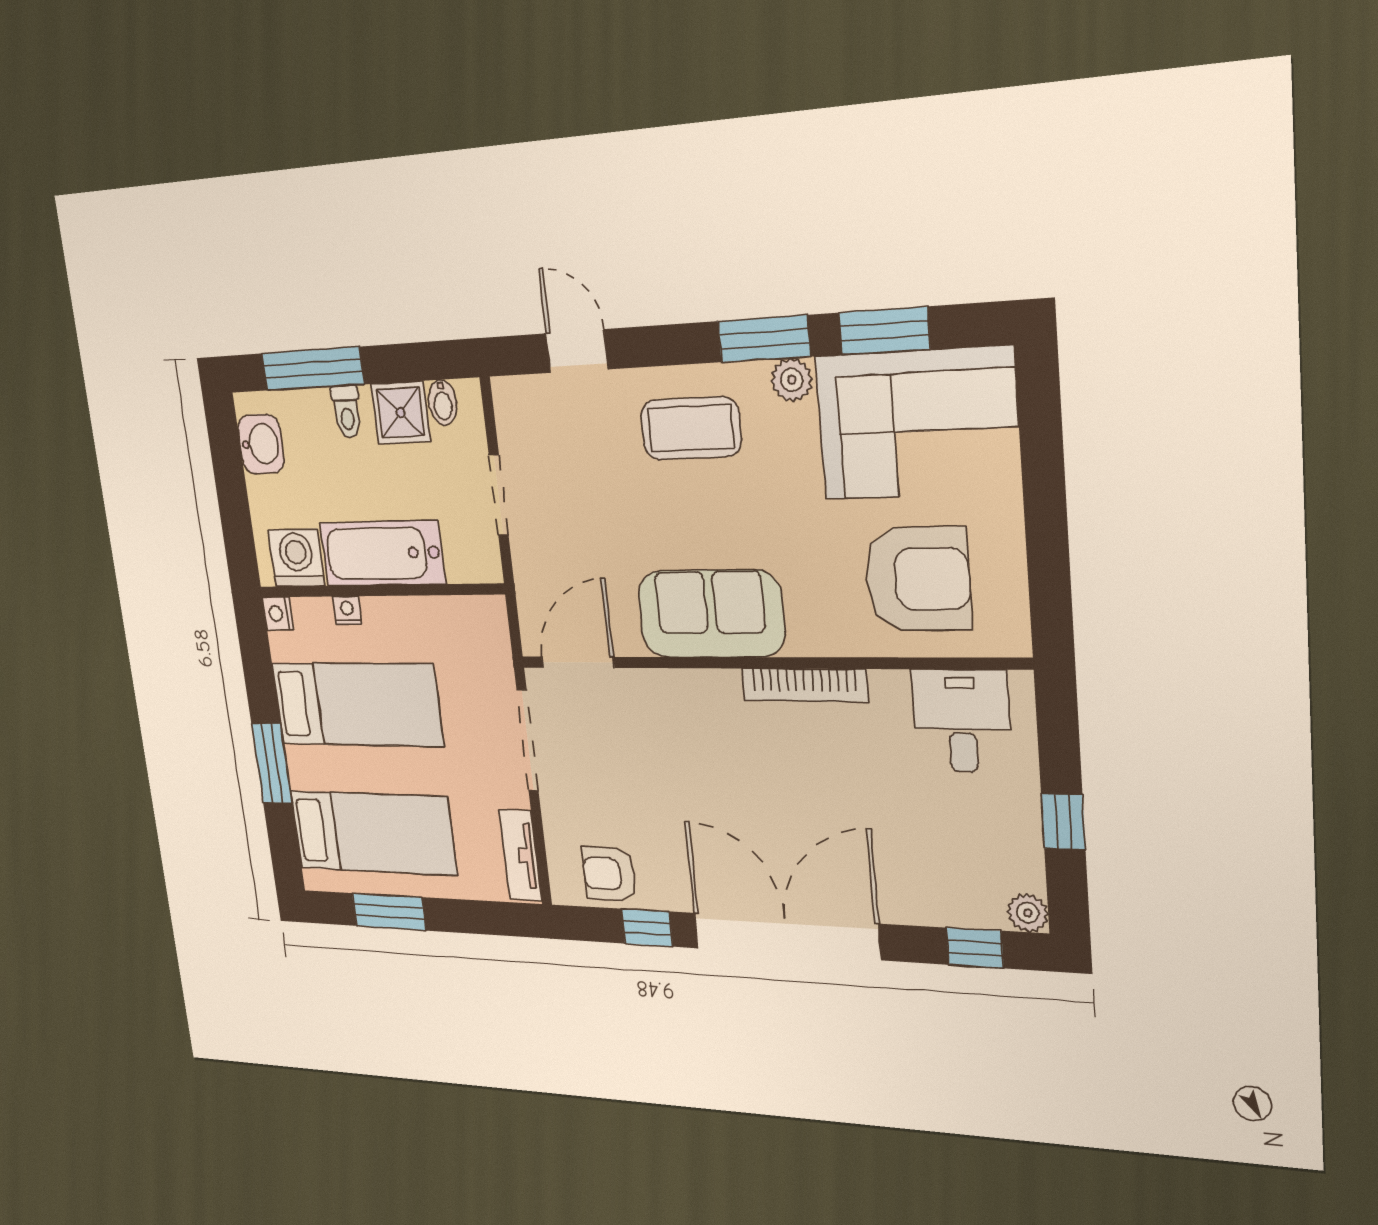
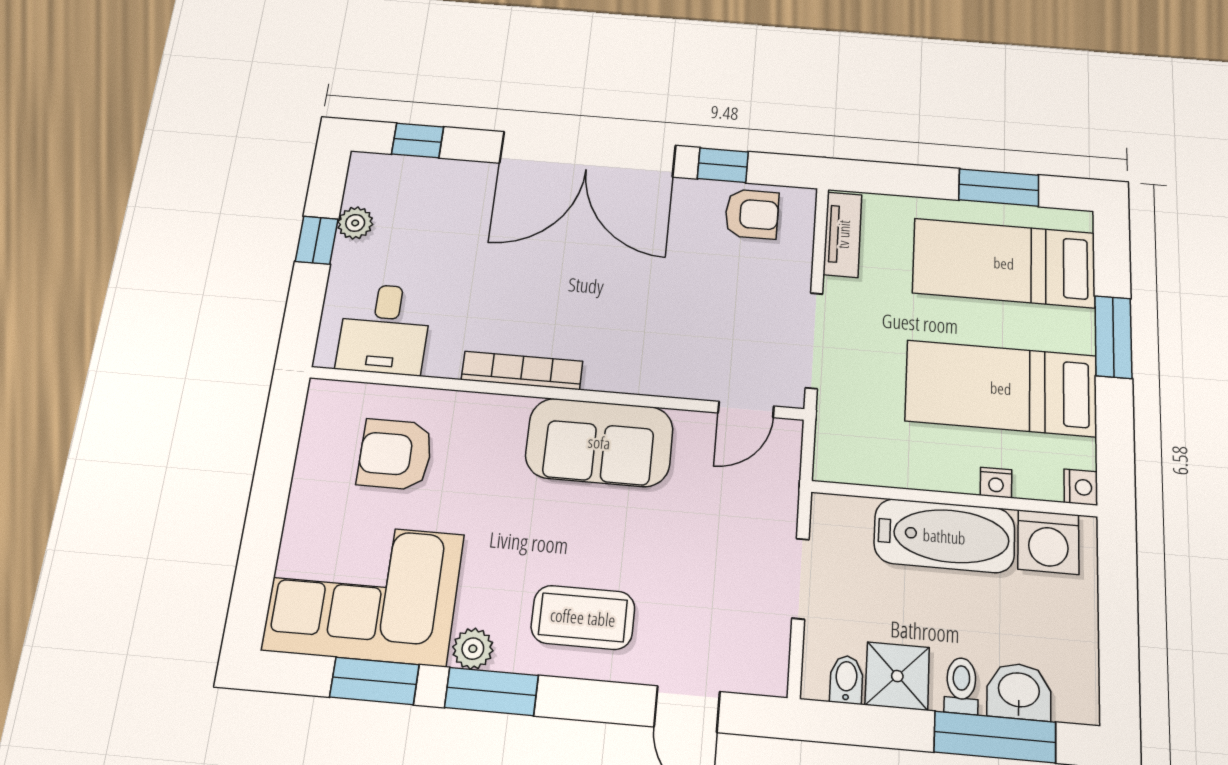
washbasin: (261, 444) -> (1019, 691), moved, turned 90
armchair: (918, 579) -> (395, 454), width x0.73, depth x0.73
door: (578, 662) -> (746, 409), width x0.73
plant: (1028, 913) -> (355, 223), moved

